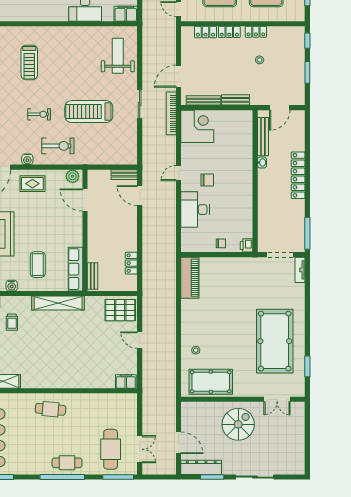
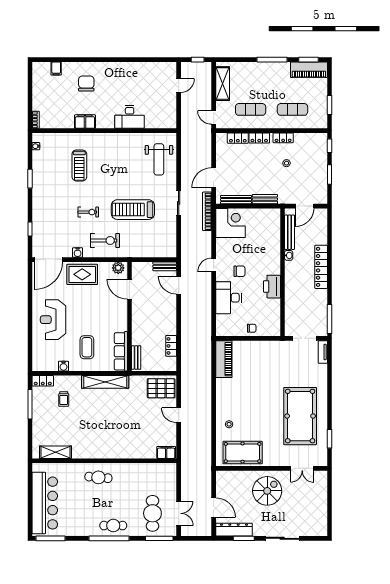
filing cabinet: (126, 14) -> (85, 122), moved
weight bench: (118, 56) -> (159, 159), turned 180
rug: (32, 184) -> (82, 274), width x1.36, depth x1.43
printer: (246, 245) -> (272, 287), moved, width x1.87, depth x1.48

